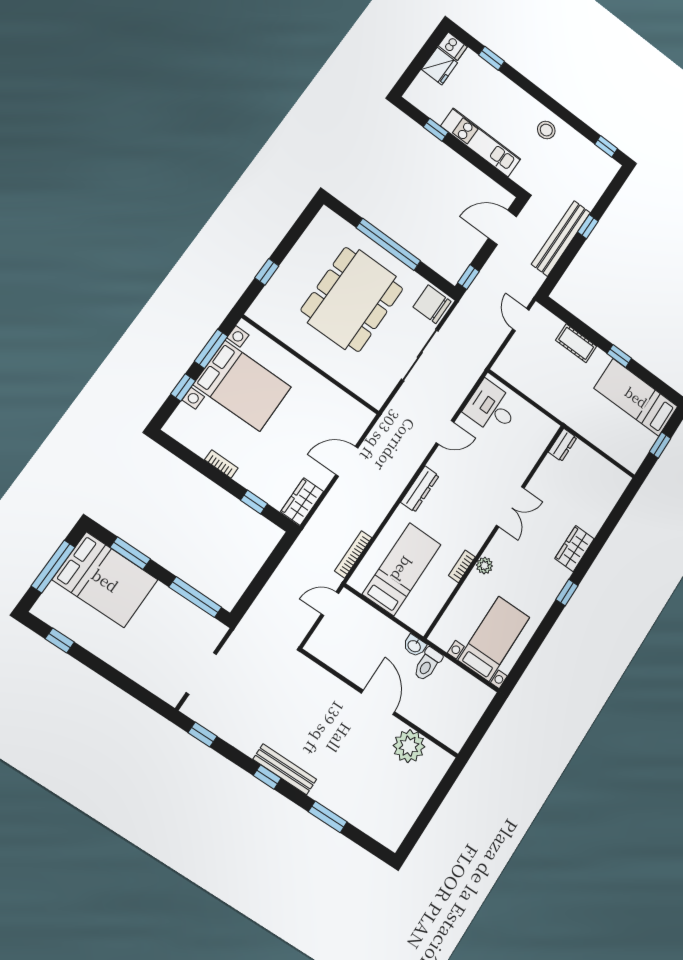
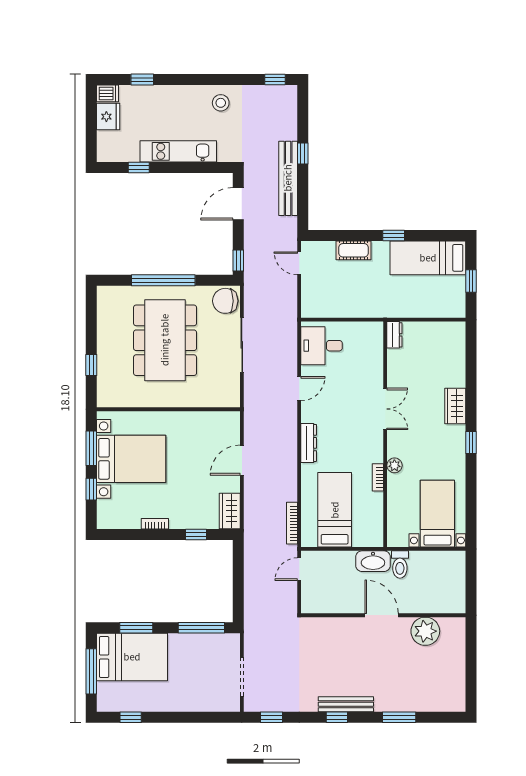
washbasin: (414, 646) -> (373, 561), width x1.91, depth x1.45

